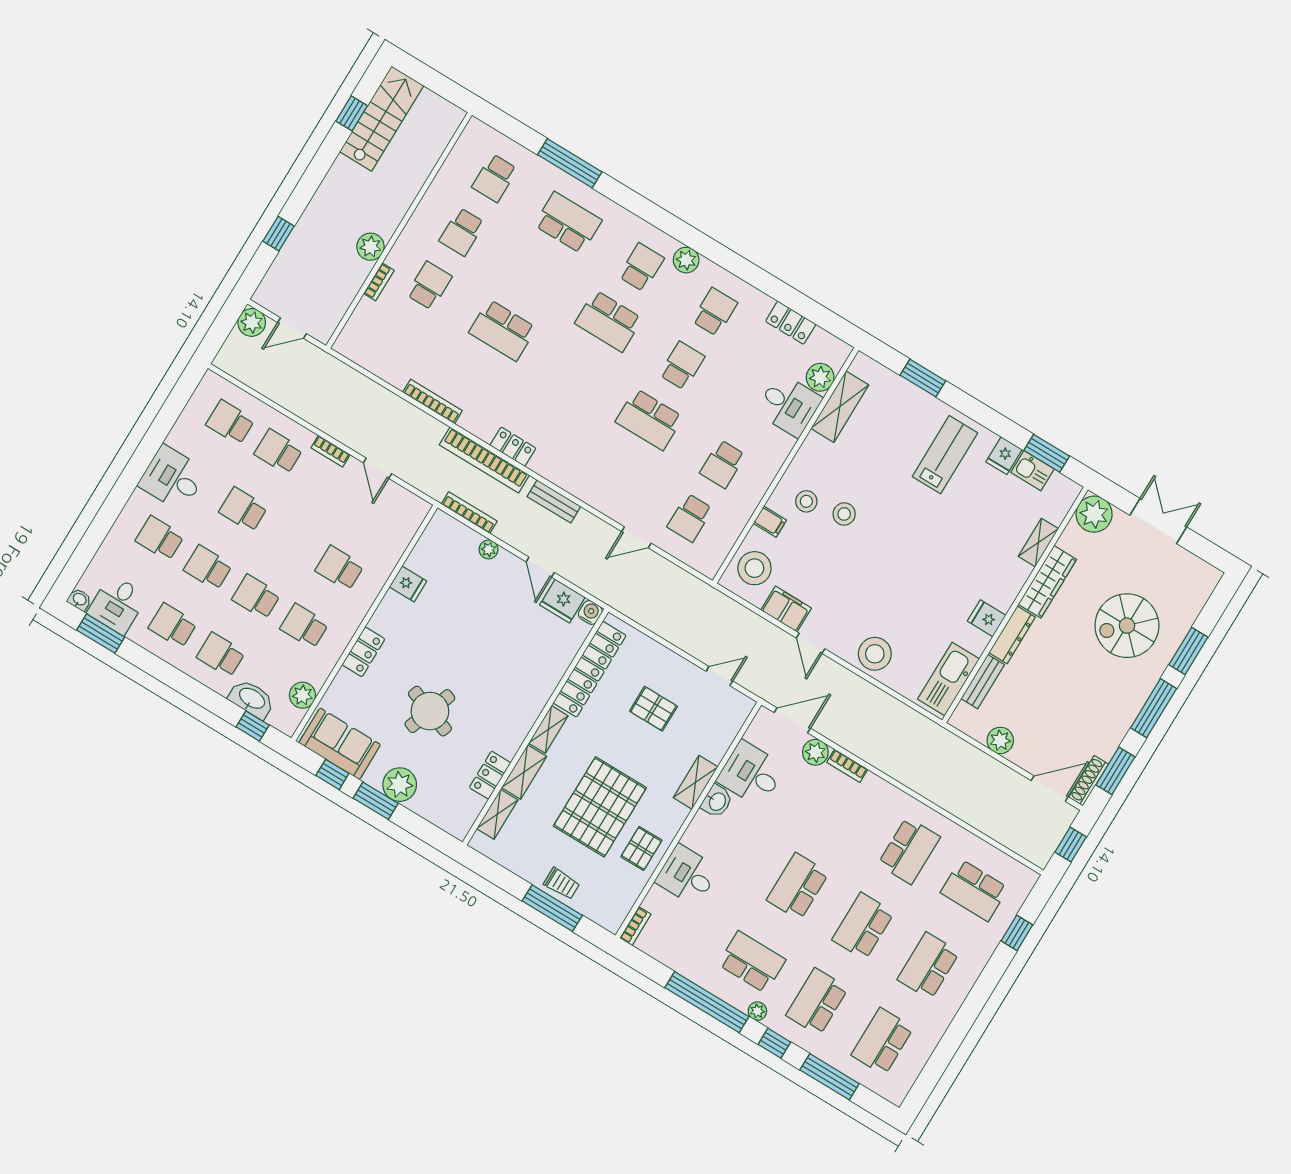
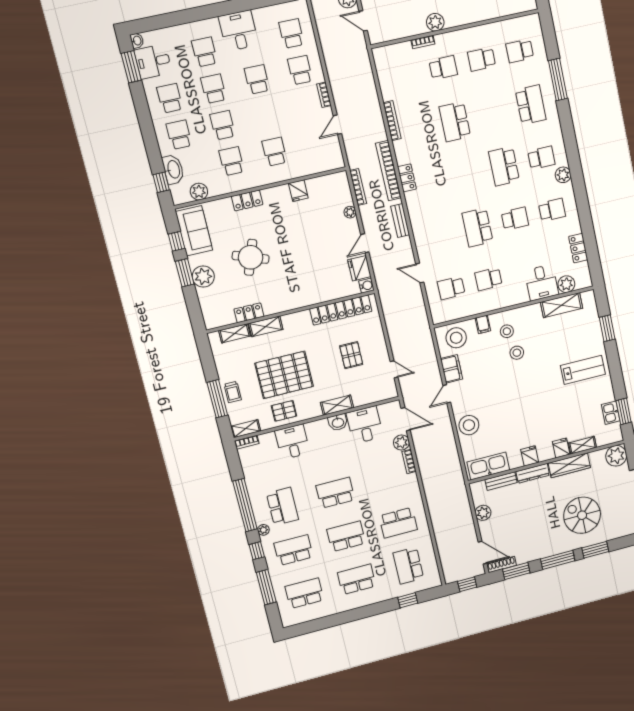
fridge: (1004, 456) -> (561, 448), moved, turned 90
shelving: (548, 729) -> (246, 429), moved

